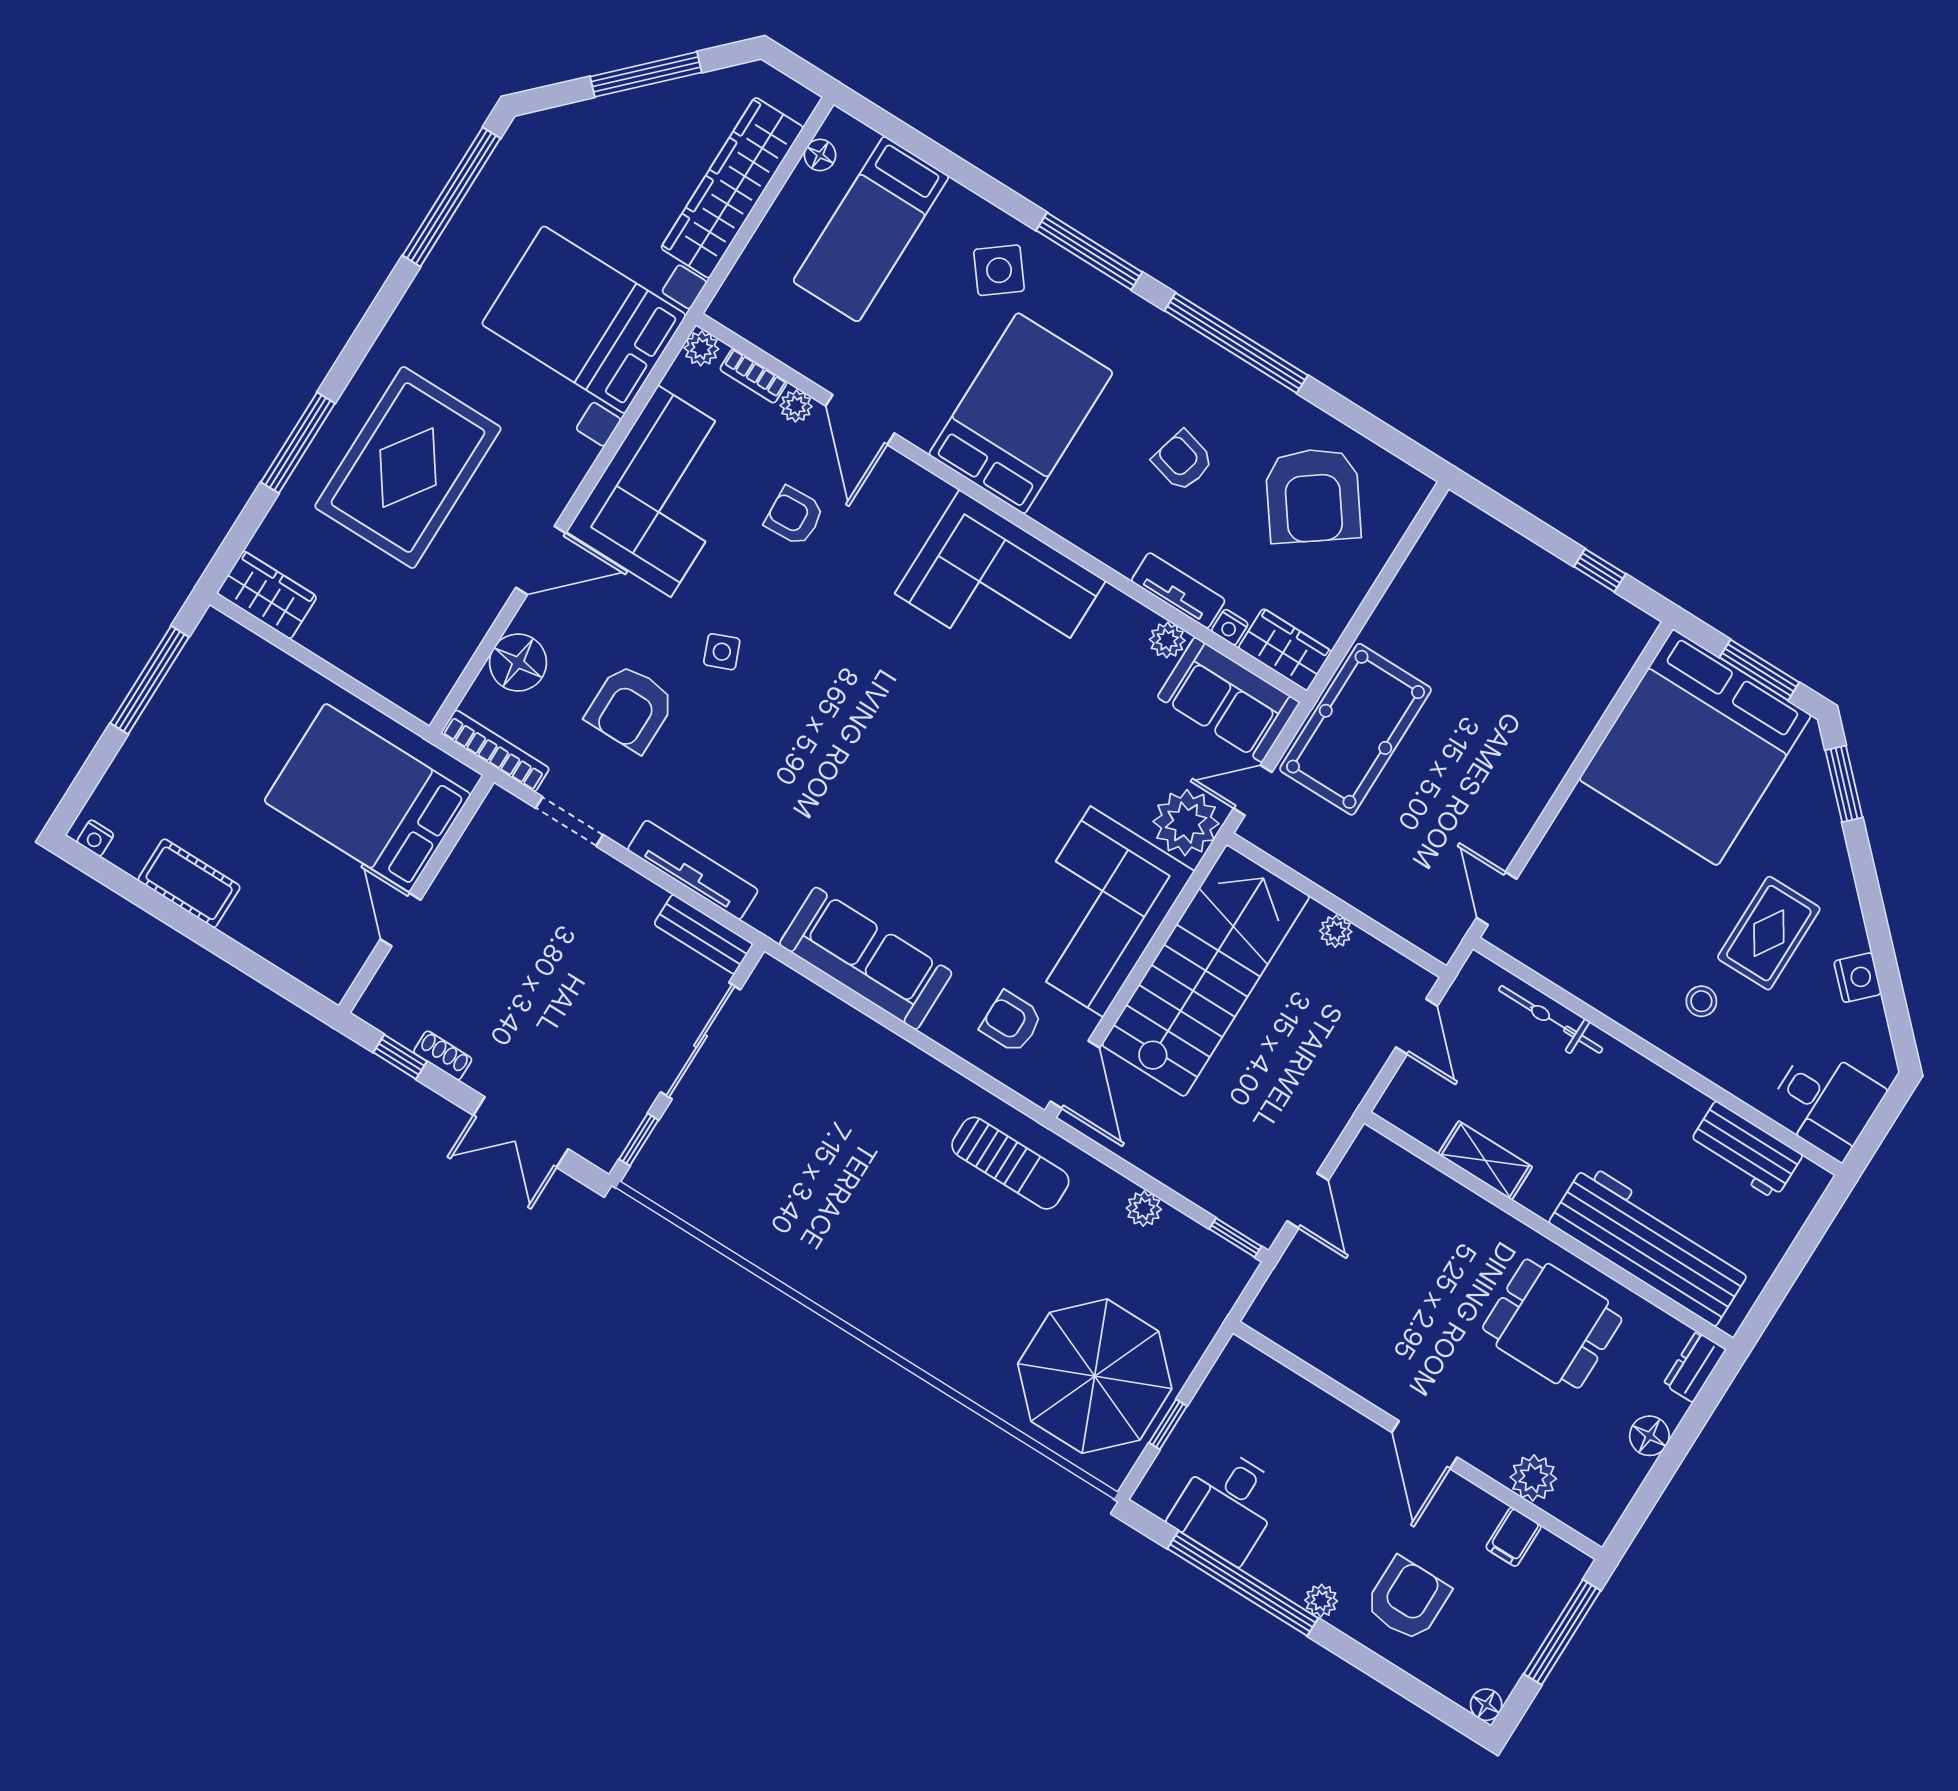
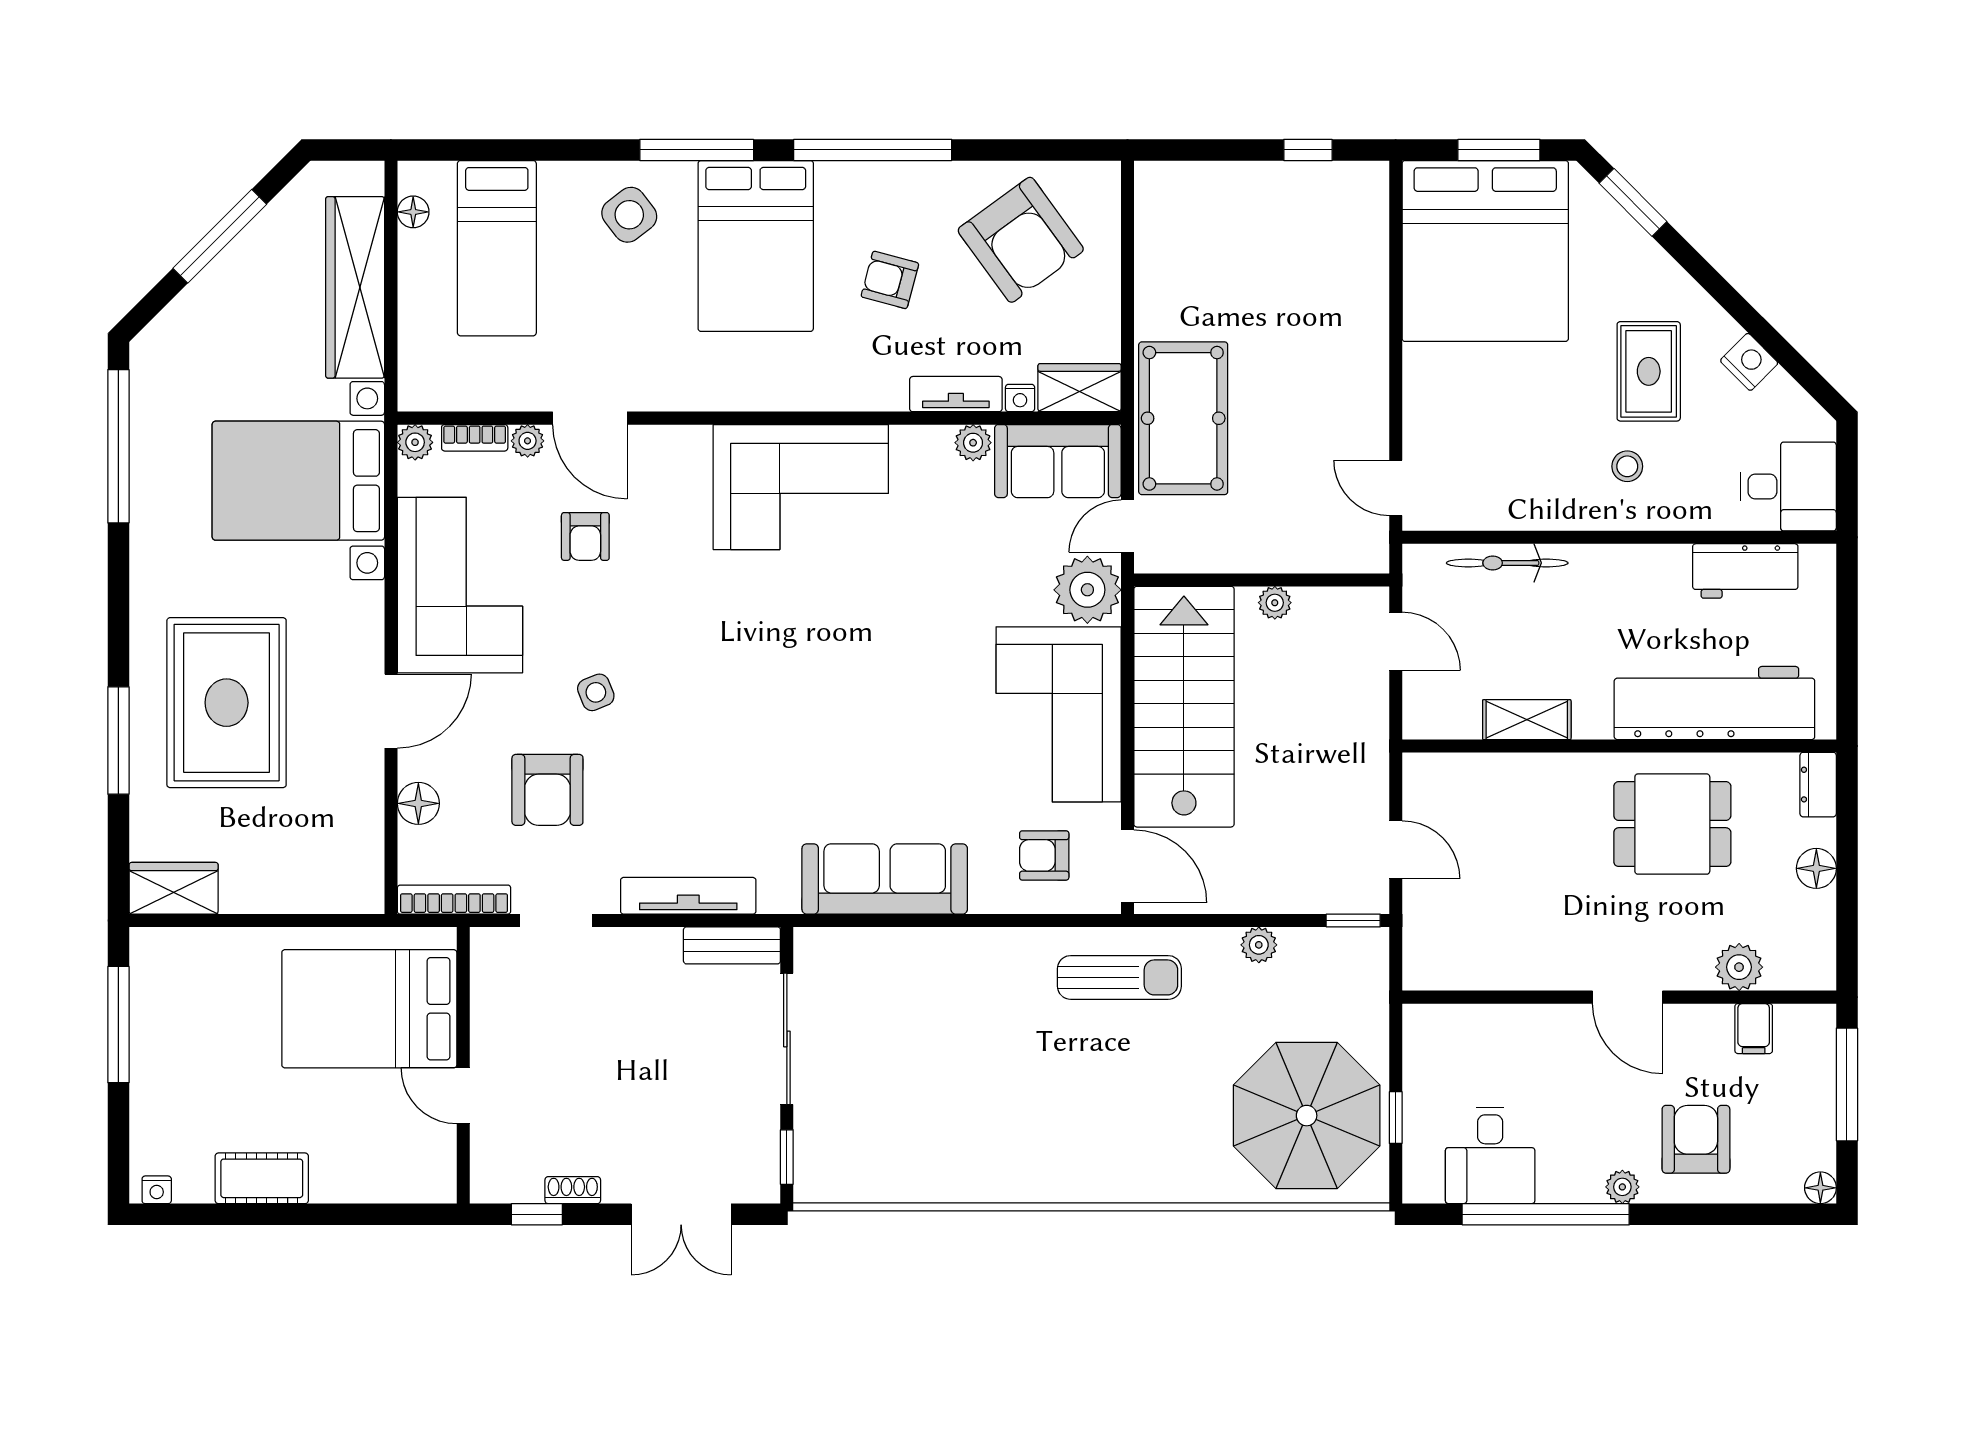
bed: (1021, 413) -> (756, 246), moved, turned 180
armchair: (794, 516) -> (585, 536), turned -87
floor lamp: (518, 663) -> (418, 803), width x0.73, depth x0.73

